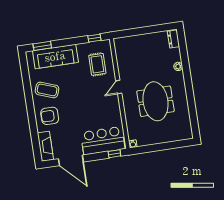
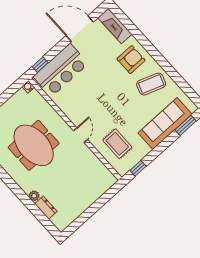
dresser: (173, 39) -> (46, 208), moved

